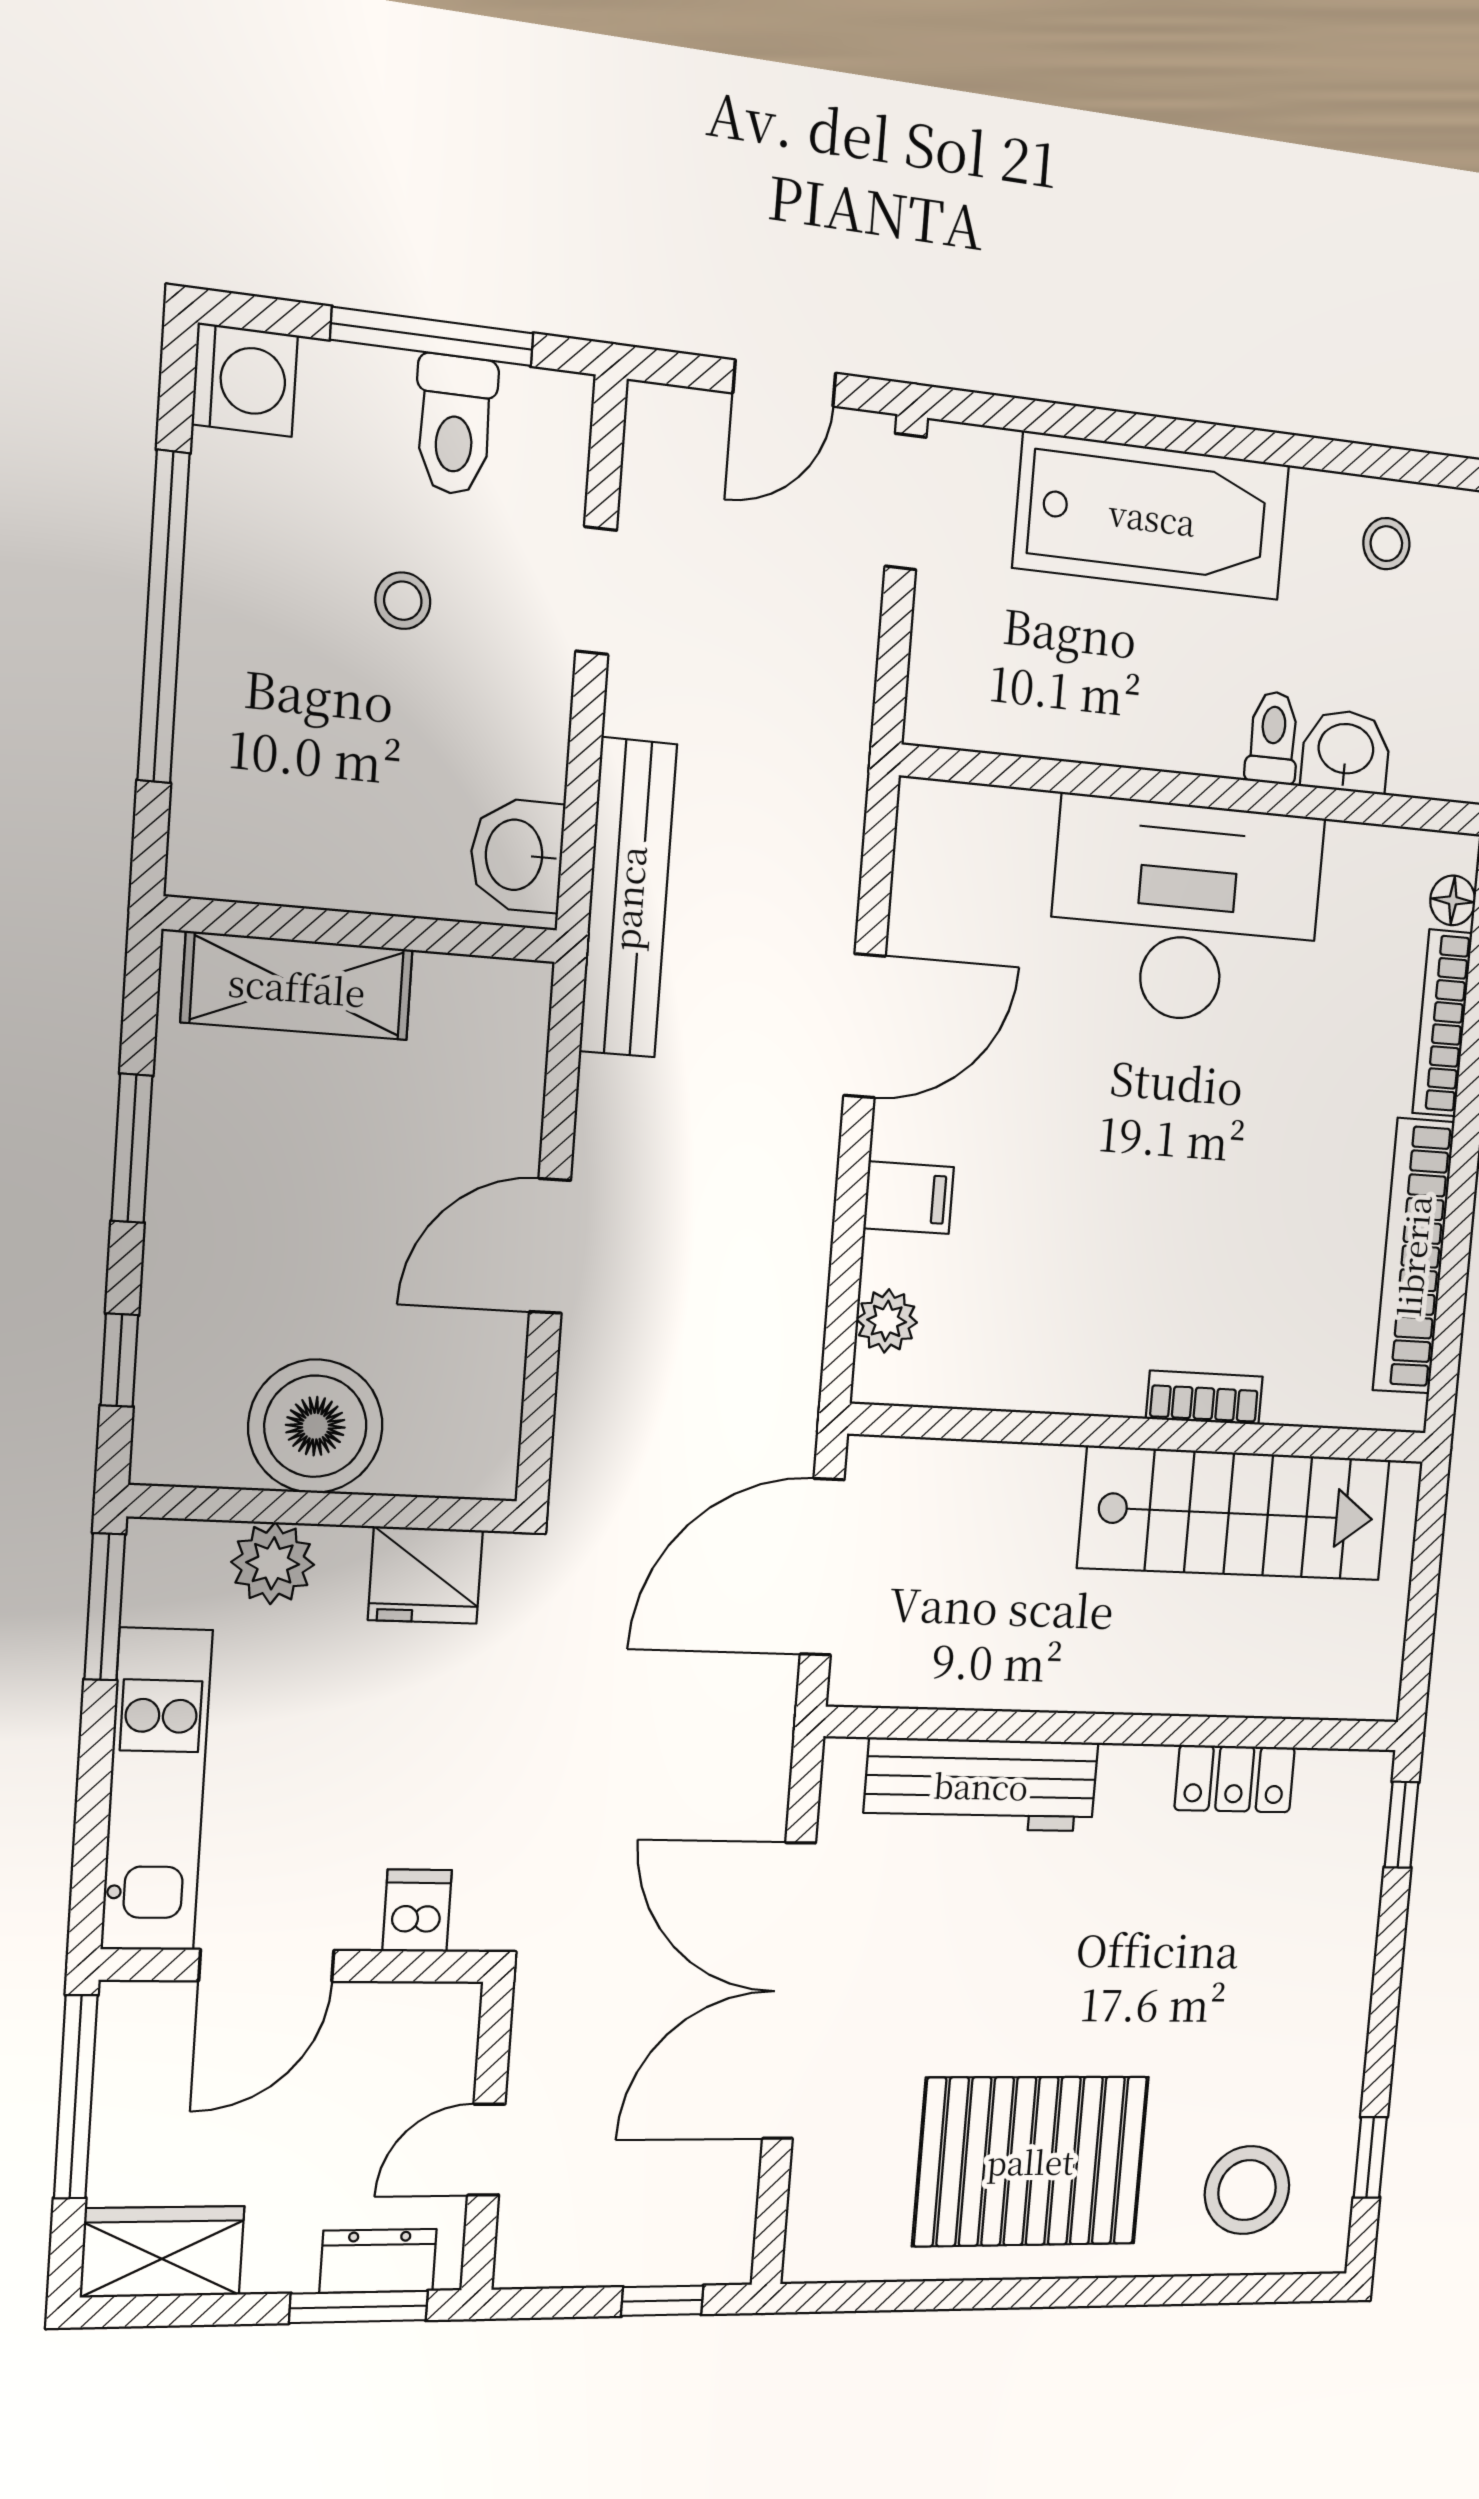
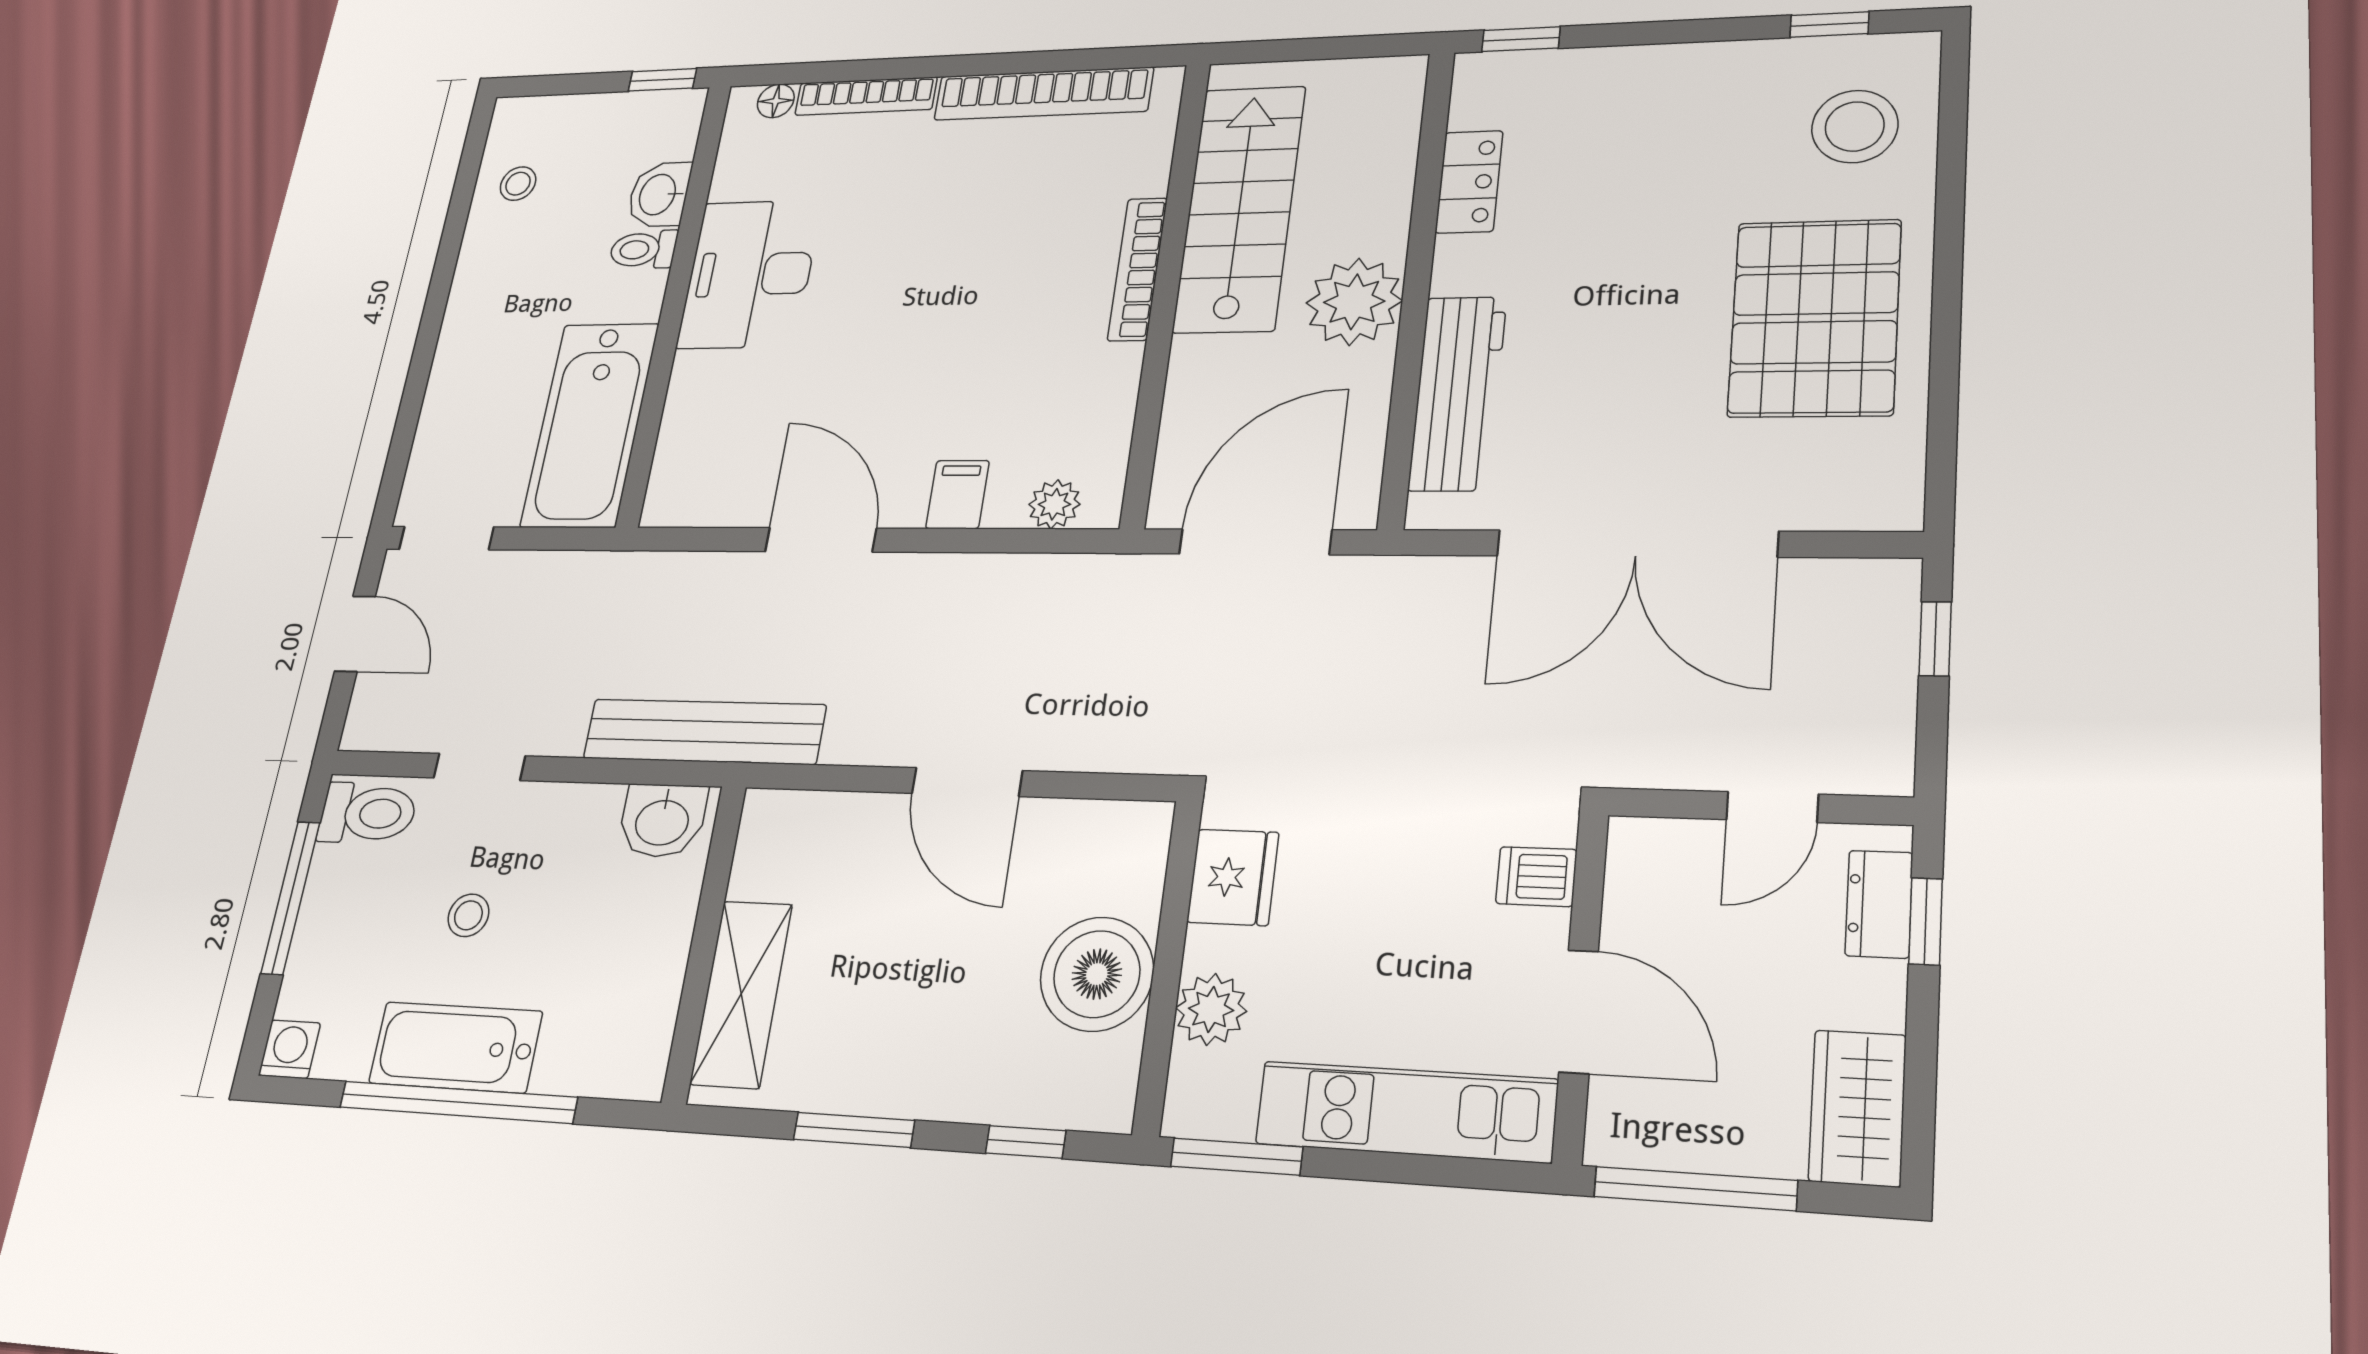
washing machine: (245, 380) -> (289, 1049), width x0.73, depth x0.73
toilet: (455, 425) -> (368, 813), moved
bathtub: (1152, 516) -> (590, 425), moved, turned 180
bathtub: (233, 605) -> (455, 1047), added
desk: (1186, 912) -> (750, 274), width x0.73, depth x0.77
bookcase: (1204, 1398) -> (1138, 269), width x1.56
door: (822, 1567) -> (1255, 542), swing flipped
plant: (1103, 1658) -> (1354, 302), added
door: (486, 2150) -> (1772, 807), hinge flipped
window: (359, 2307) -> (1926, 921), width x0.67

